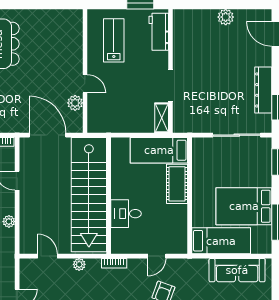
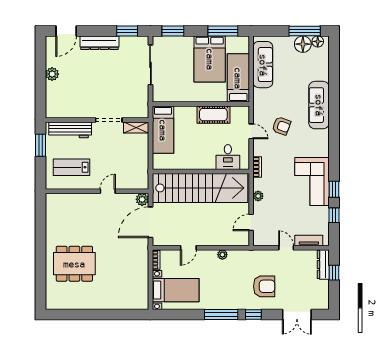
workbench: (159, 32) -> (70, 130), width x1.38
dresser: (263, 90) -> (99, 43), moved
plant: (75, 103) -> (142, 199), moved
cot: (177, 184) -> (213, 115), moved
desk: (126, 214) -> (228, 157), moved

